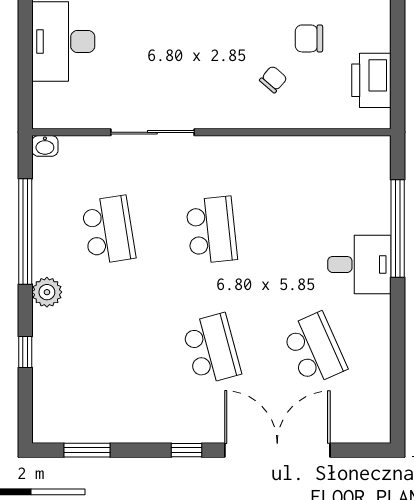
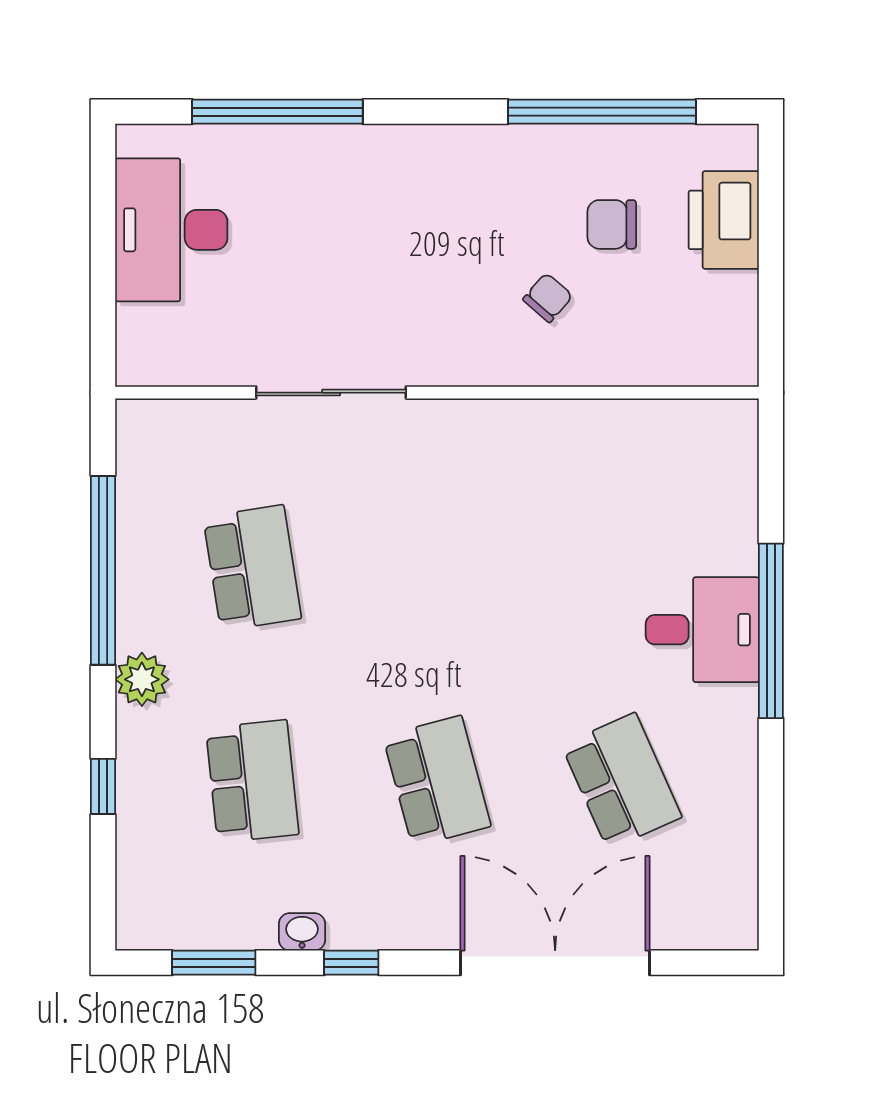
printer: (371, 80) -> (724, 220), moved
washbasin: (45, 146) -> (302, 932), moved, turned 180
window: (398, 228) -> (771, 631), moved
school desk: (211, 230) -> (252, 781), moved
window: (186, 450) -> (351, 963), moved

